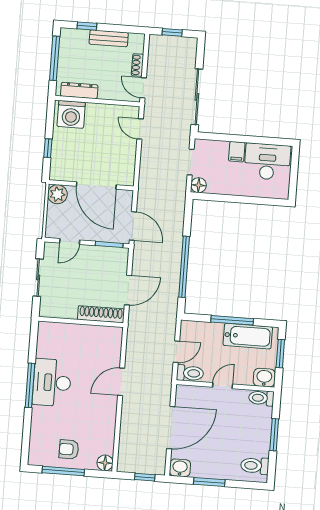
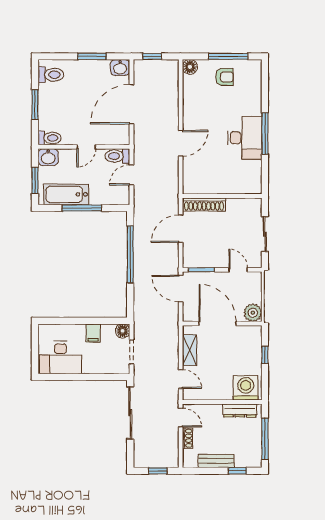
filing cabinet: (237, 152) -> (93, 333), moved, turned 180
shelving: (128, 159) -> (190, 350), added
door: (70, 242) -> (238, 270), hinge flipped

